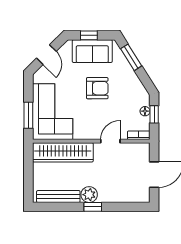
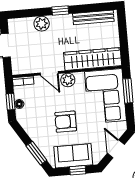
plant: (91, 132) -> (68, 80), added
door: (110, 141) -> (49, 73), hinge flipped
plant: (89, 195) -> (42, 24), moved

